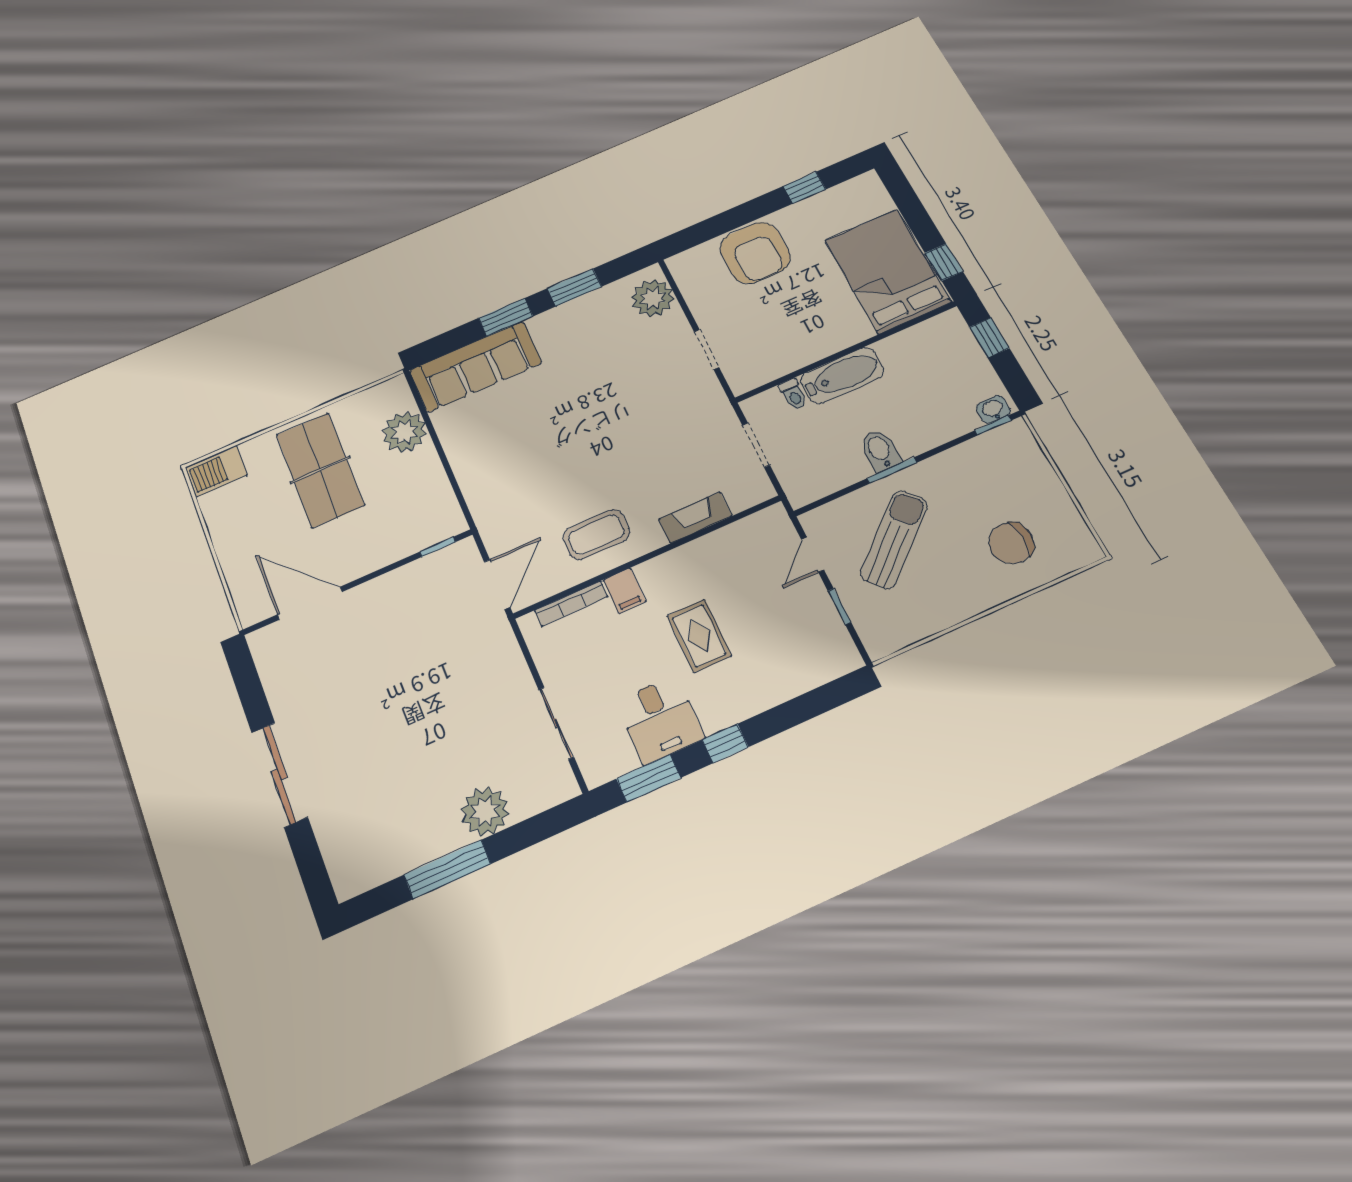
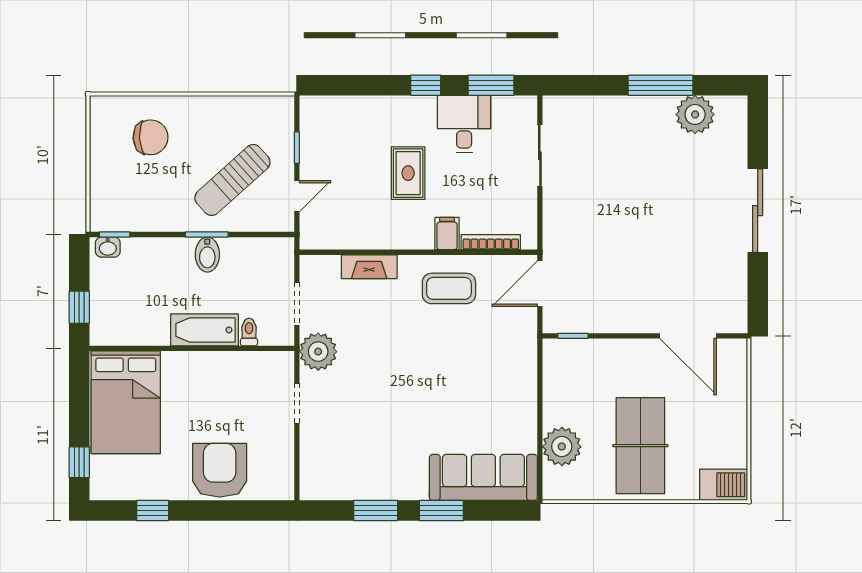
window: (944, 262) -> (79, 462), moved
plant: (653, 298) -> (318, 352), moved
plant: (485, 811) -> (695, 114), moved

